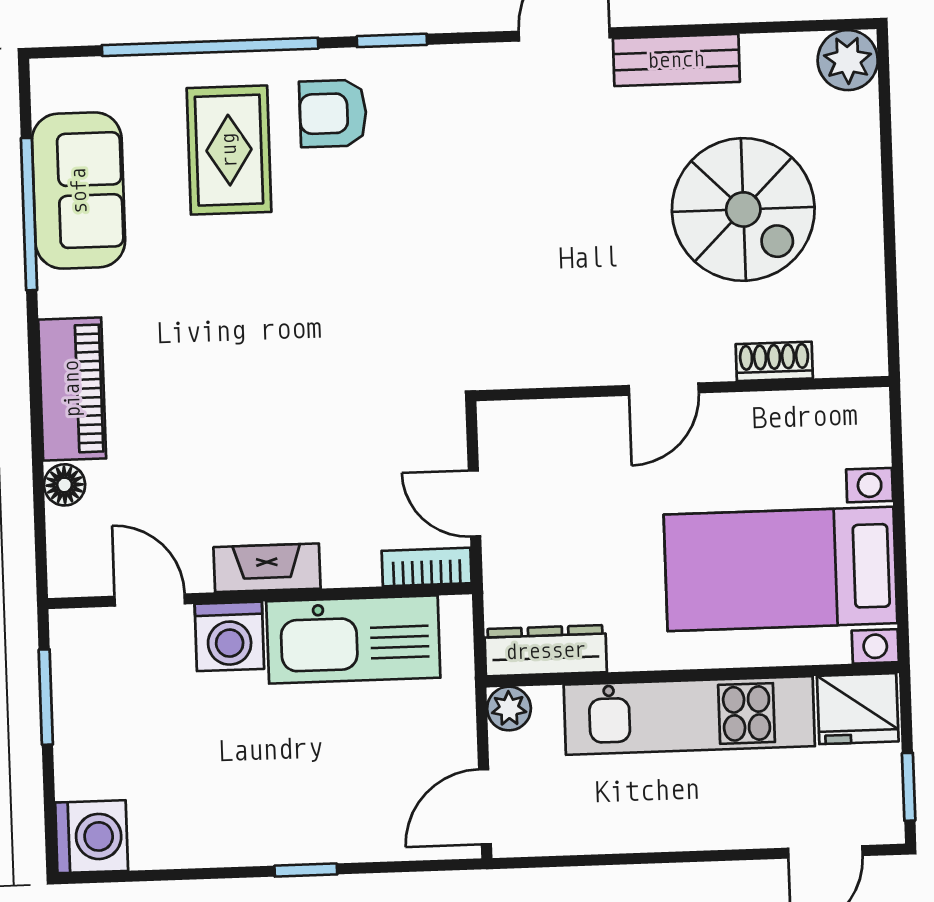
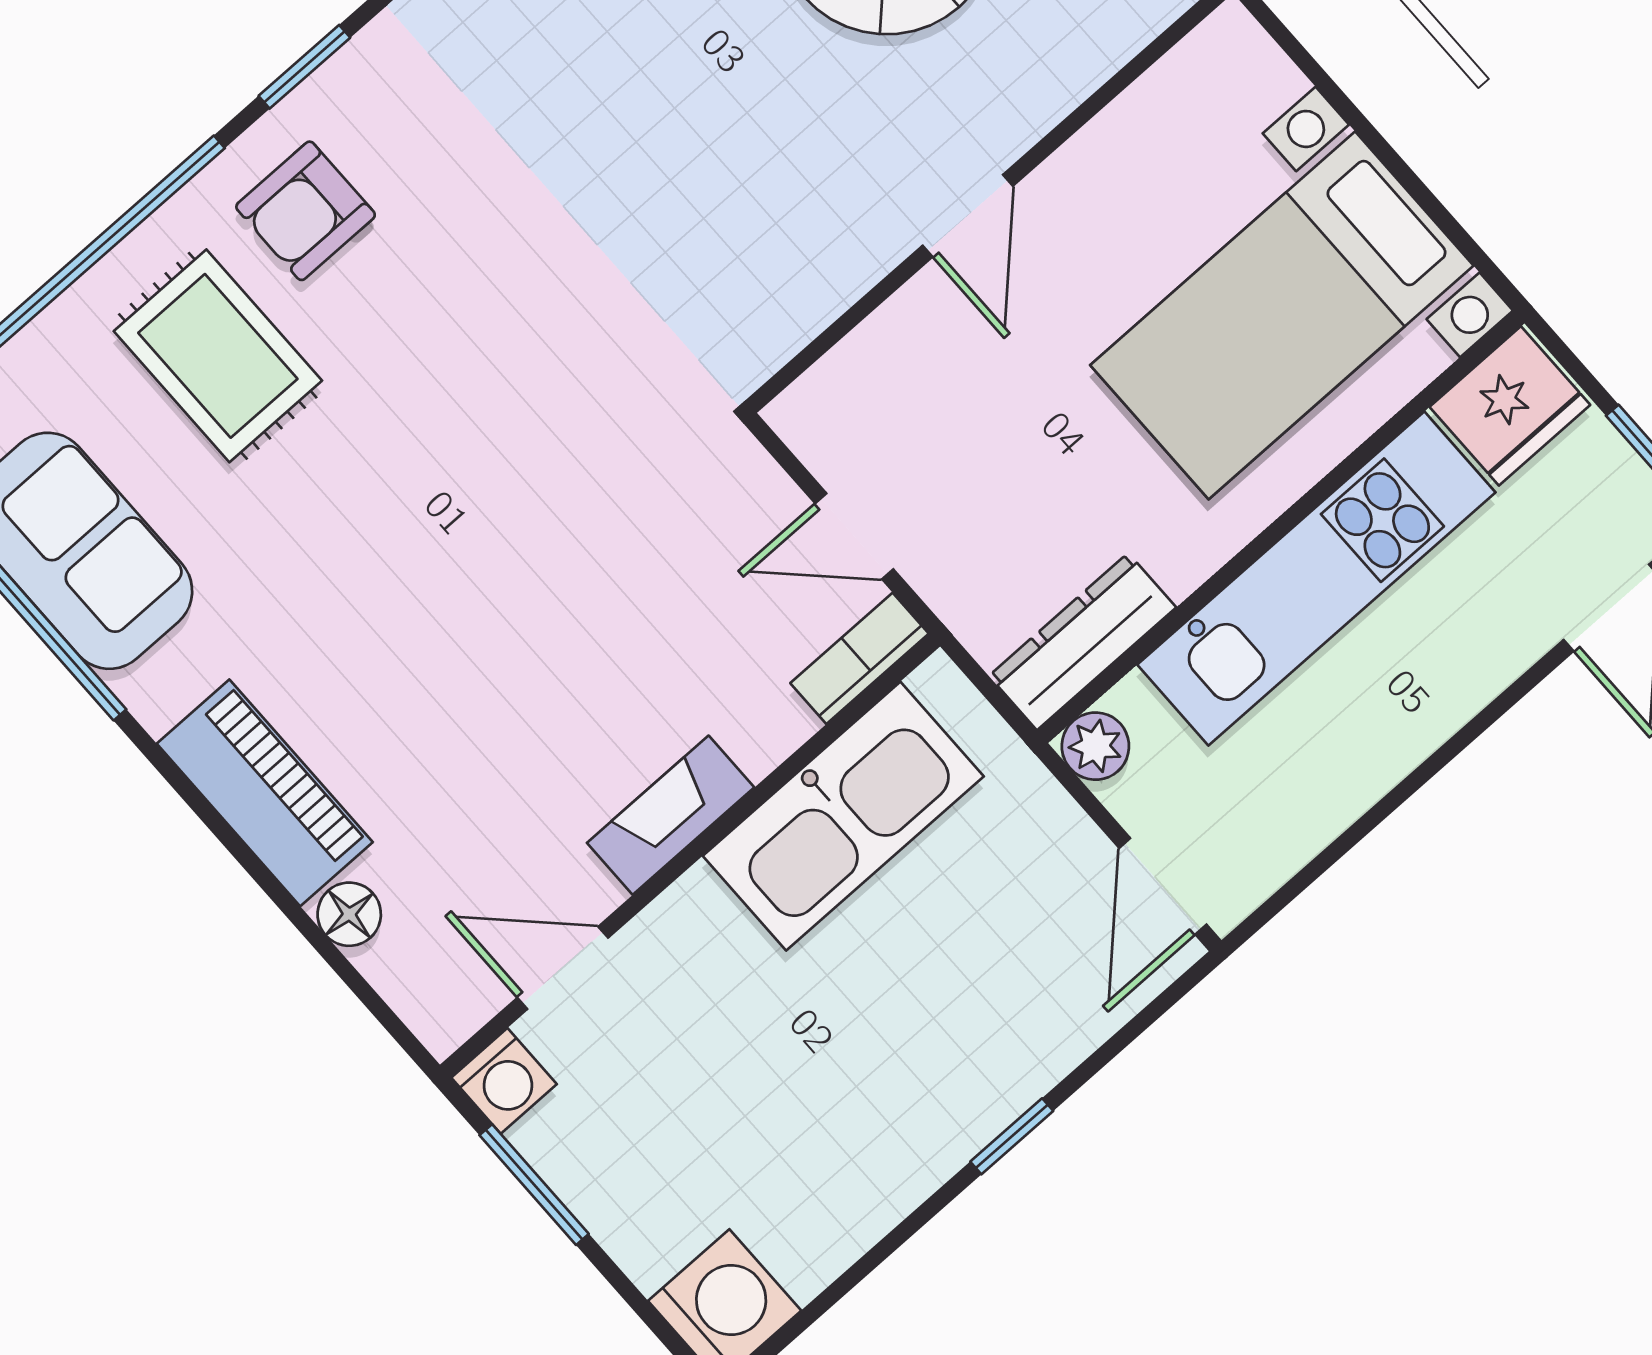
shoe rack: (774, 361) -> (1072, 75), removed
washing machine: (229, 636) -> (504, 1081), moved, width x0.73, depth x0.73

